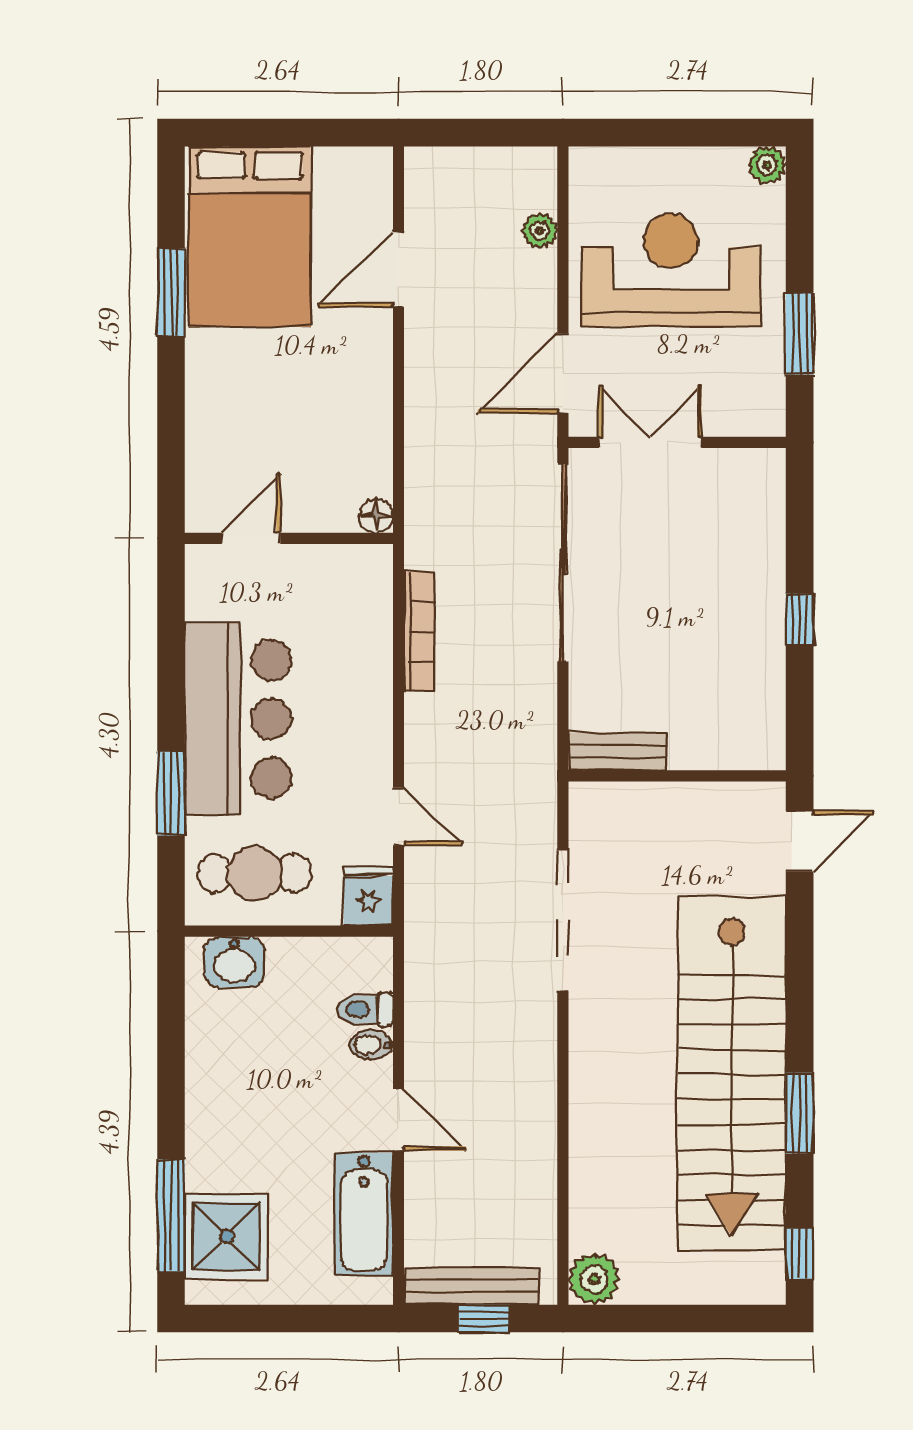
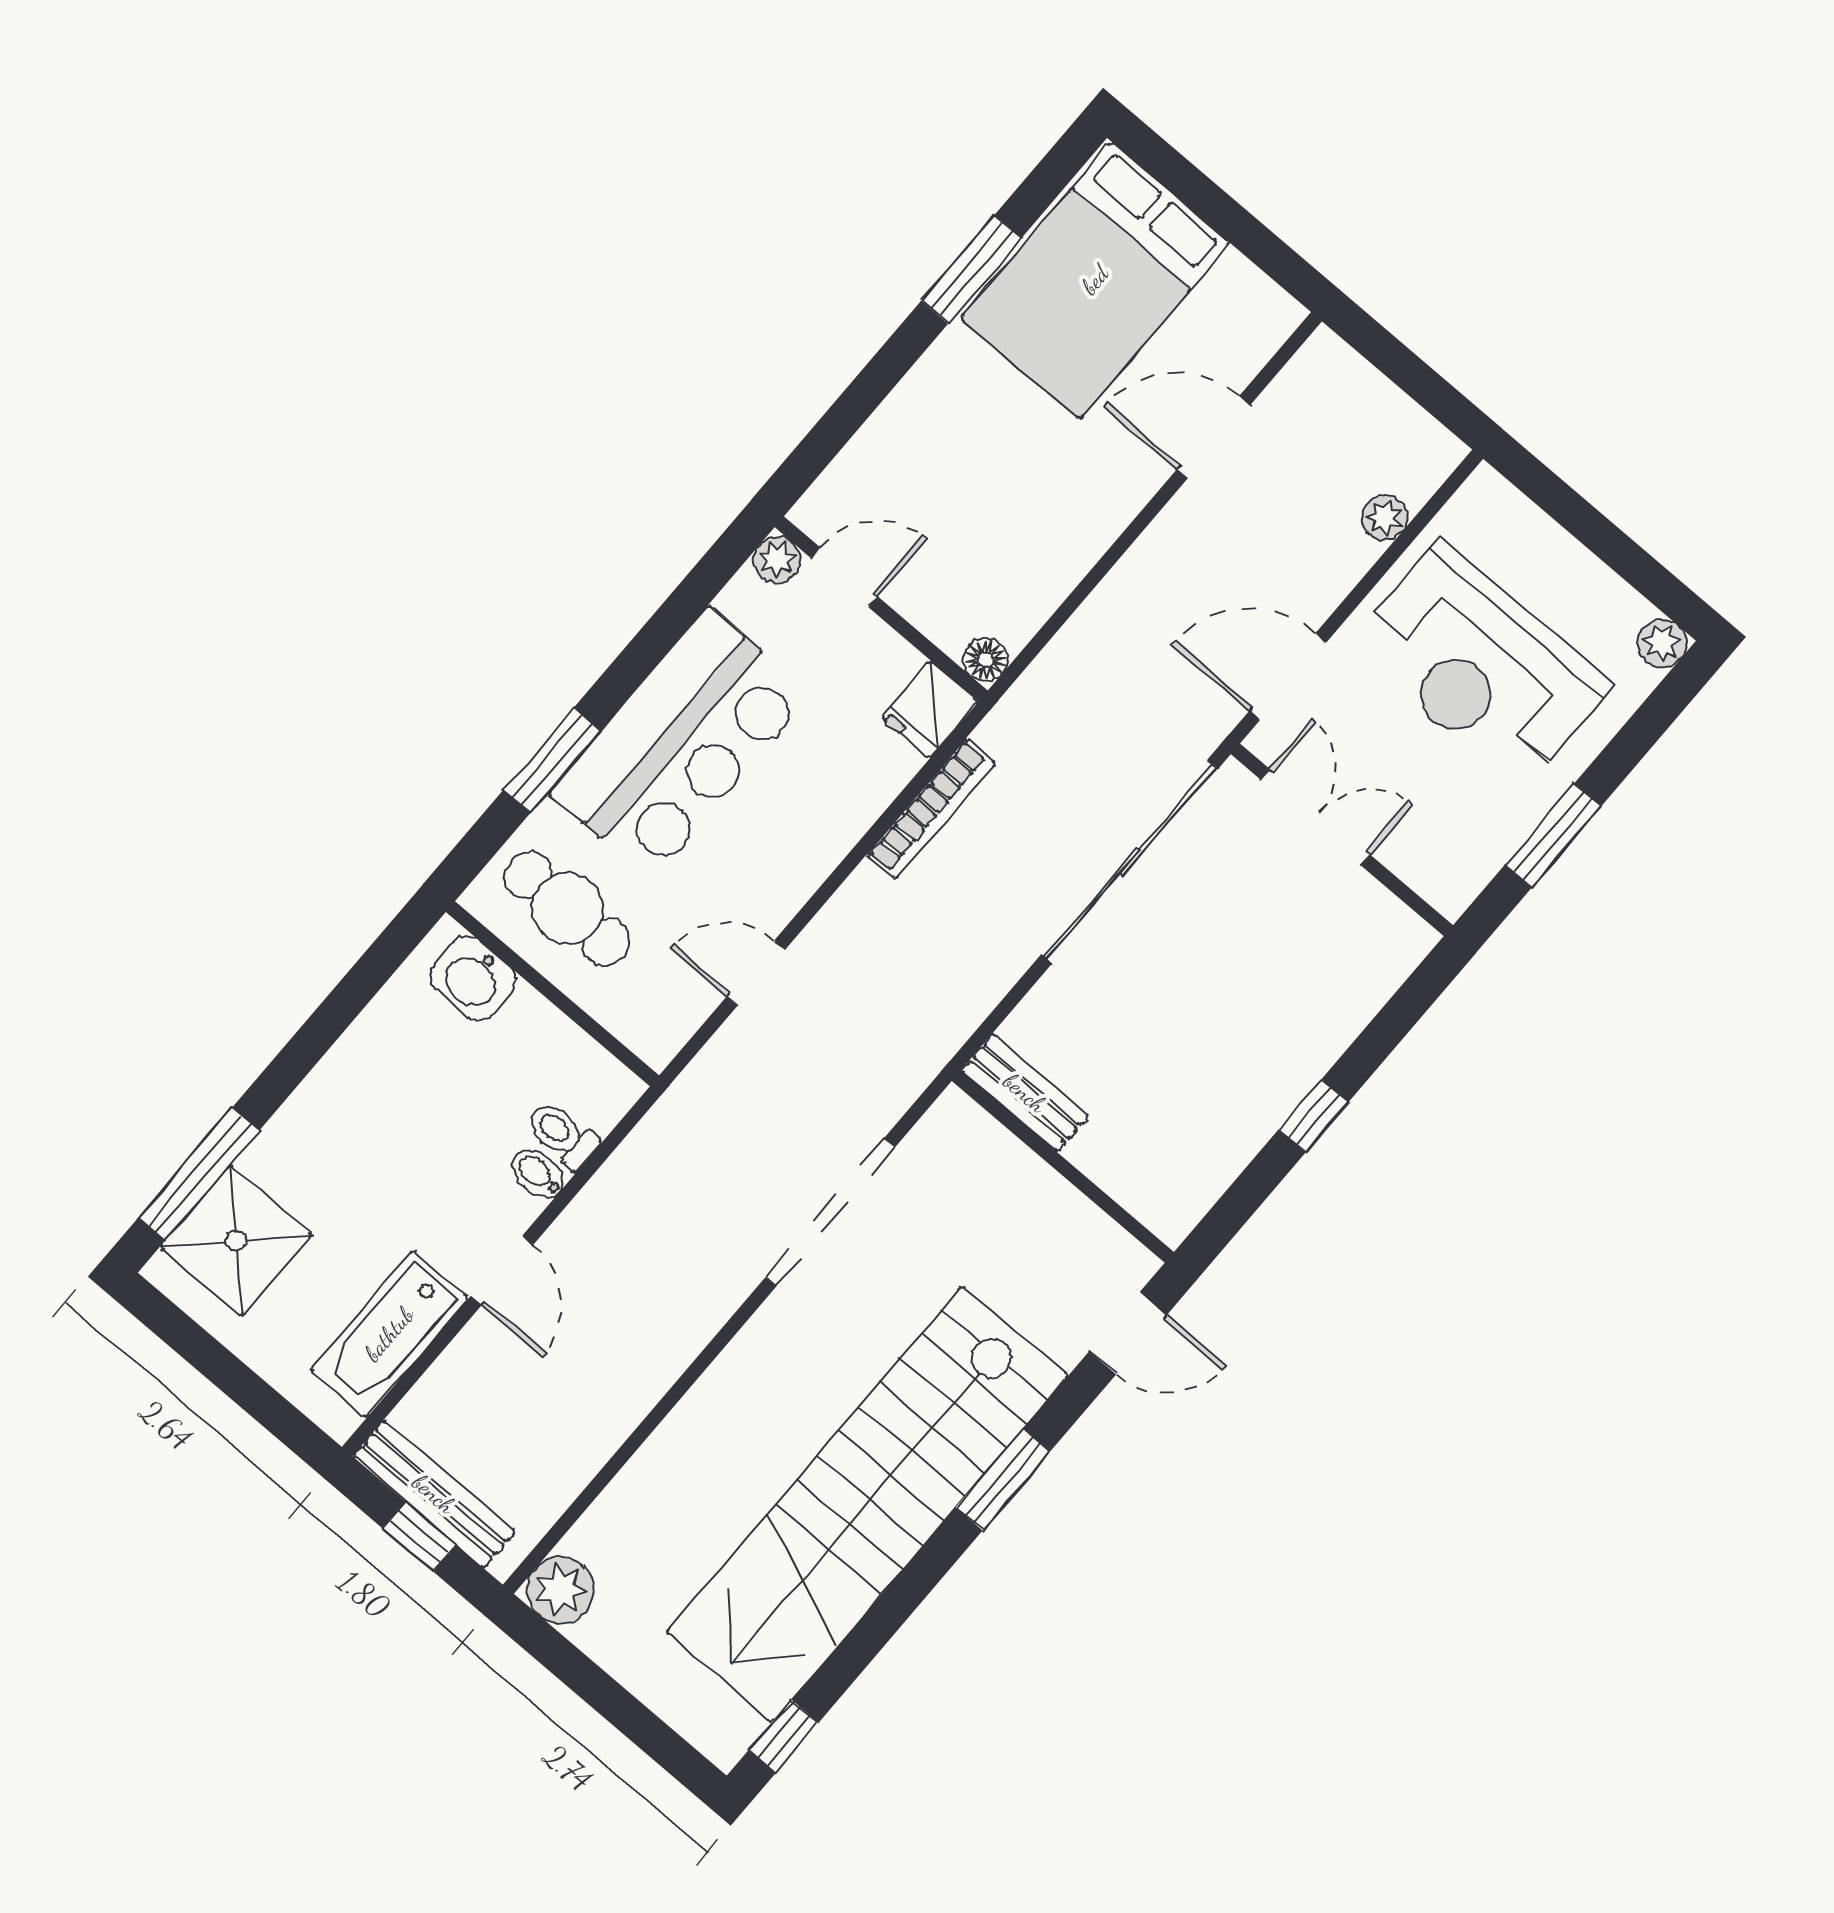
reception desk: (671, 270) -> (1480, 666), turned 180
plant: (203, 562) -> (777, 560), added
door: (399, 817) -> (756, 973), swing flipped
fridge: (368, 896) -> (930, 710), moved, turned 180
window: (800, 1113) -> (1003, 1479), moved

